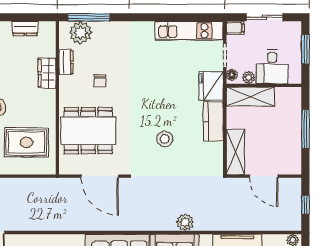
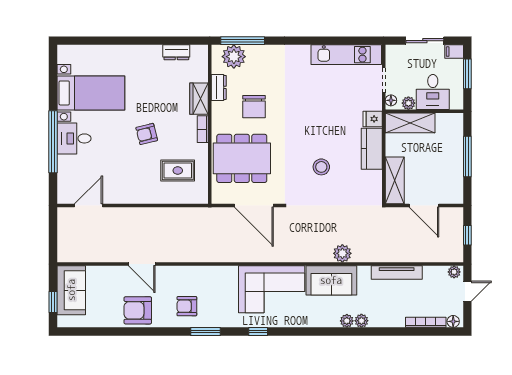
filing cabinet: (235, 28) -> (454, 52), moved, turned 180
chair: (100, 81) -> (254, 107), width x1.87, depth x1.87
fridge: (211, 86) -> (373, 119), width x0.53, depth x0.75
bookcase: (51, 102) -> (203, 129), added
rug: (26, 142) -> (178, 171), width x0.73, depth x0.70

